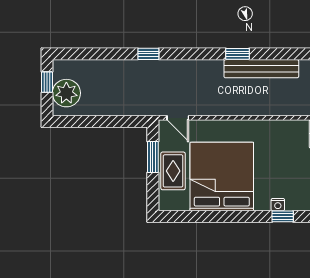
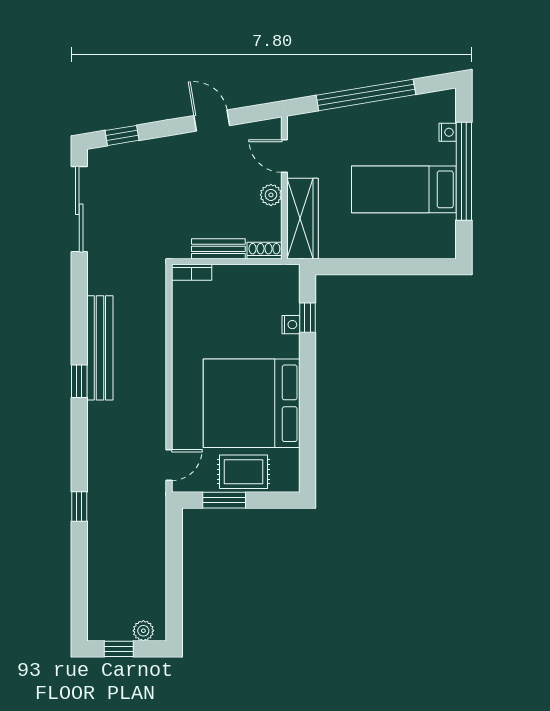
plant: (66, 93) -> (143, 631), width x0.53, depth x0.53

